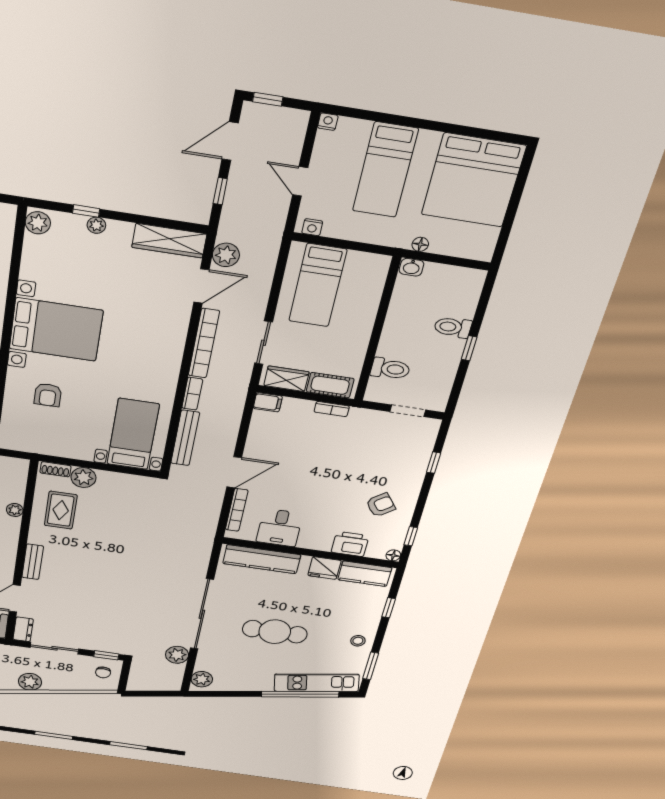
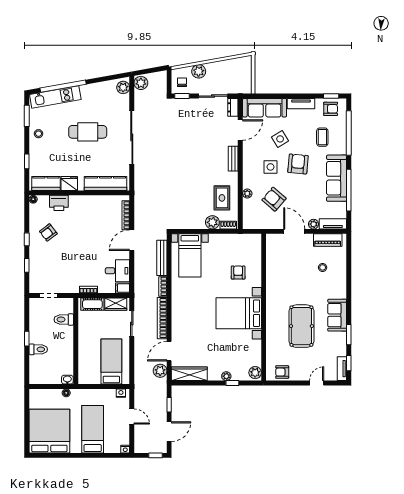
desk: (280, 528) -> (117, 271), moved, turned 90
window: (411, 536) -> (27, 239), moved
plant: (177, 655) -> (141, 83), moved
plant: (30, 682) -> (199, 71), moved

